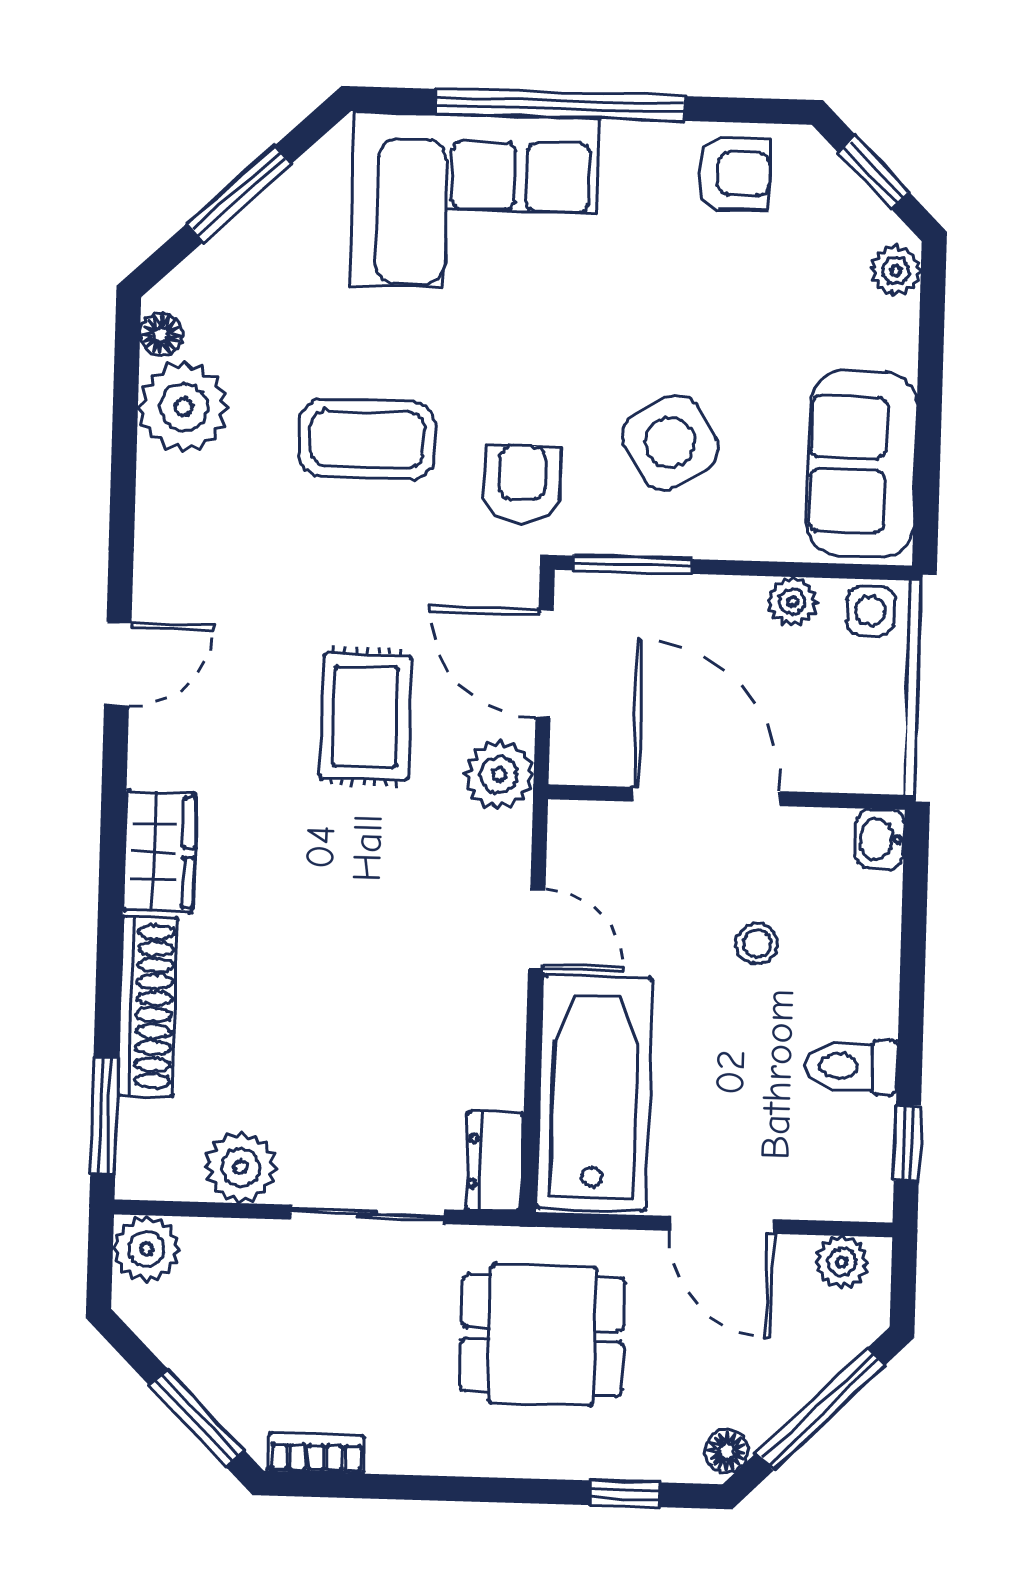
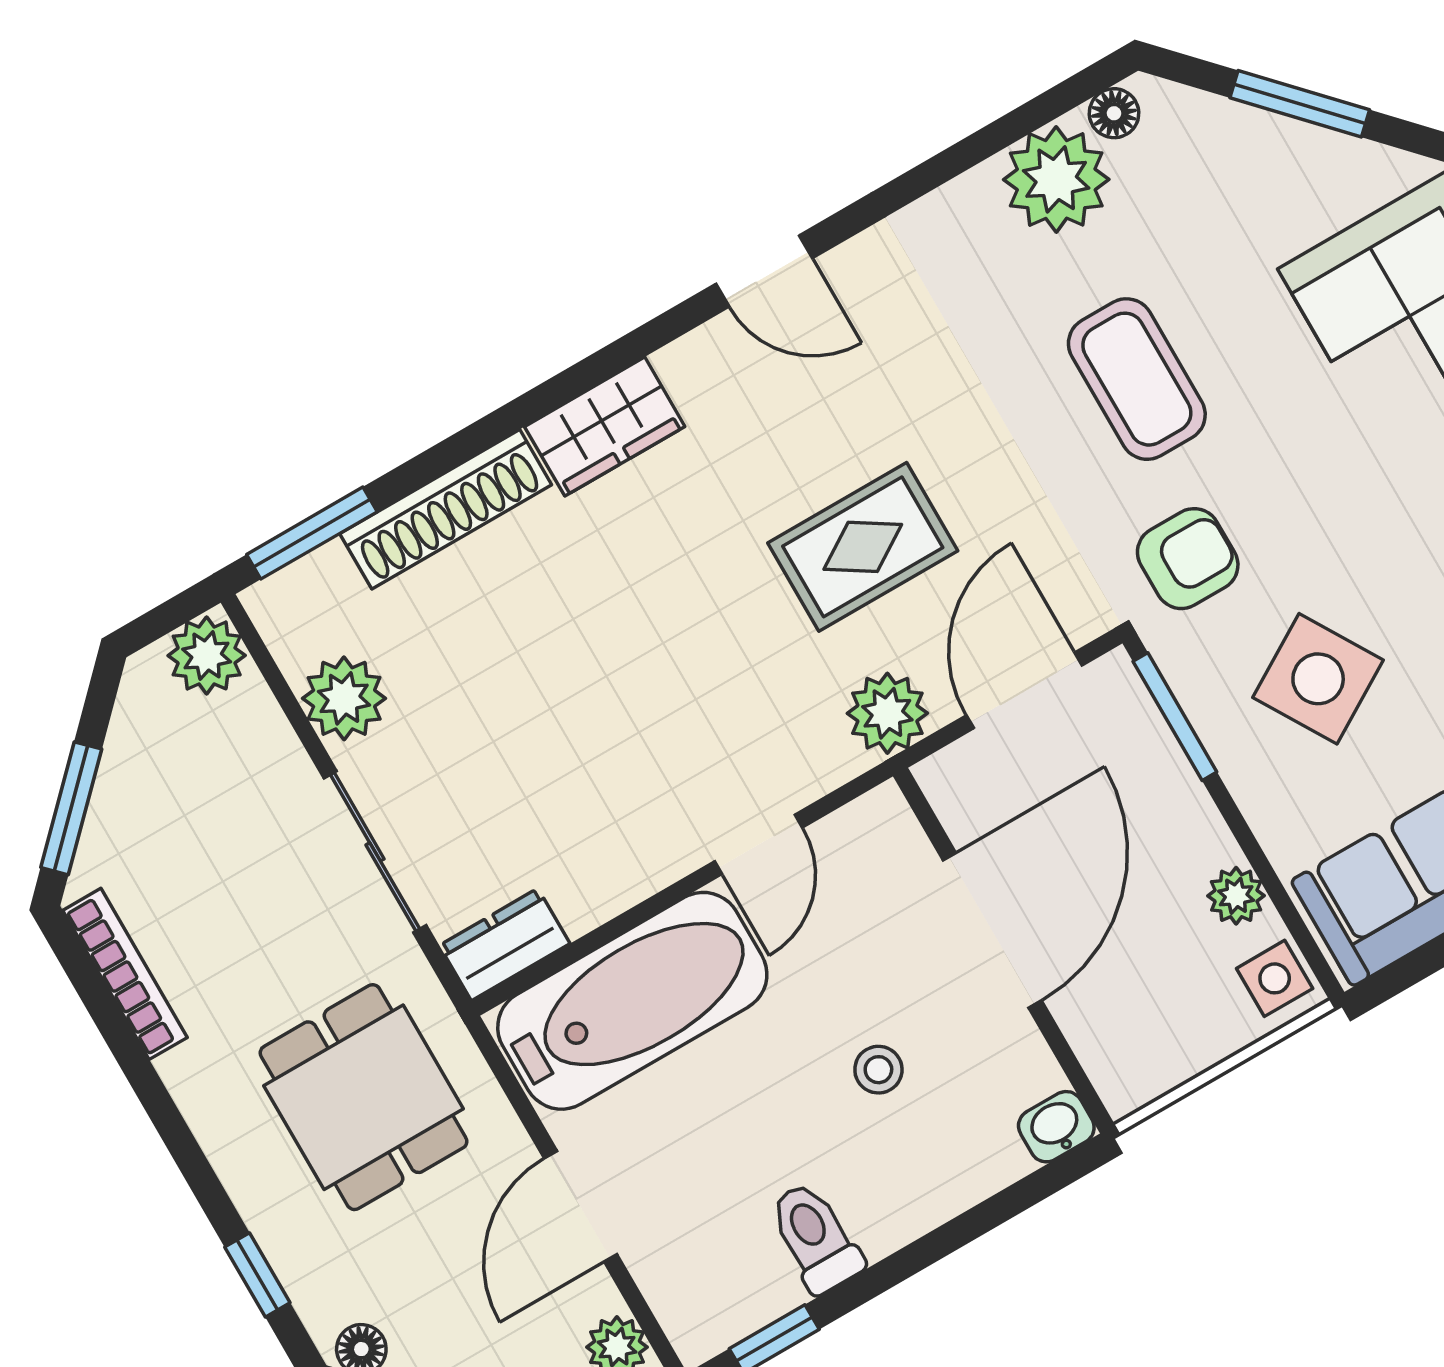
bookcase: (316, 1453) -> (125, 974), width x1.56

